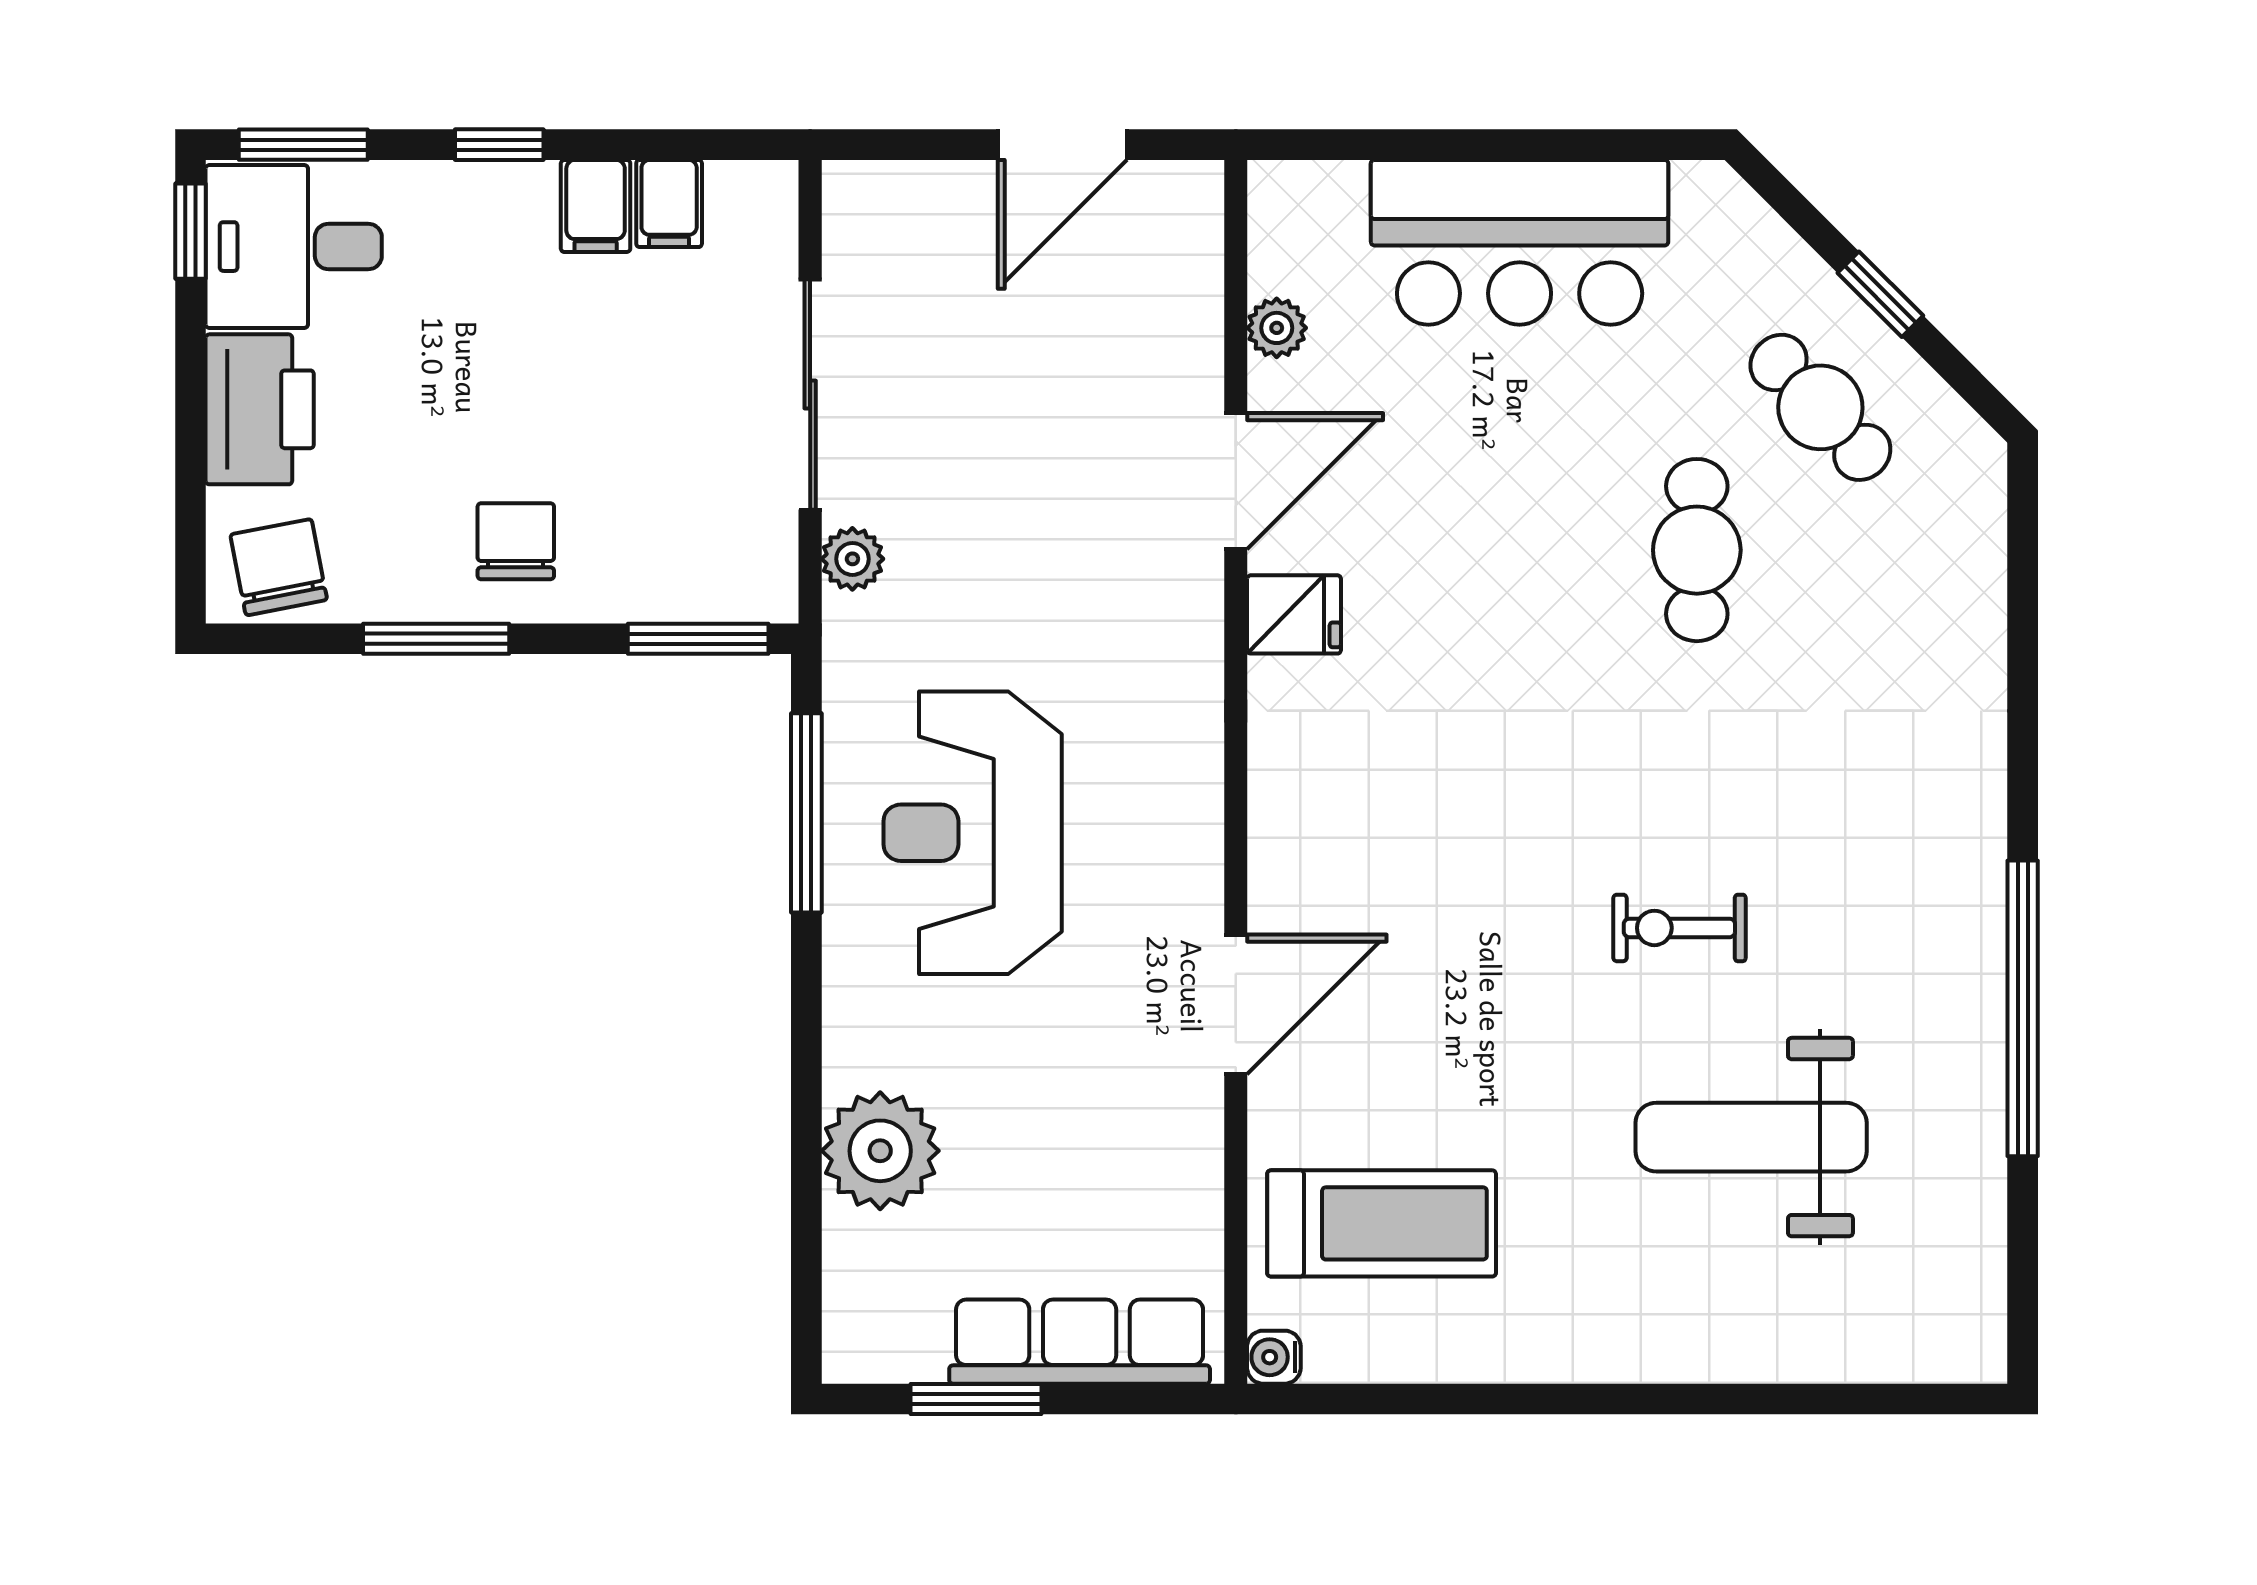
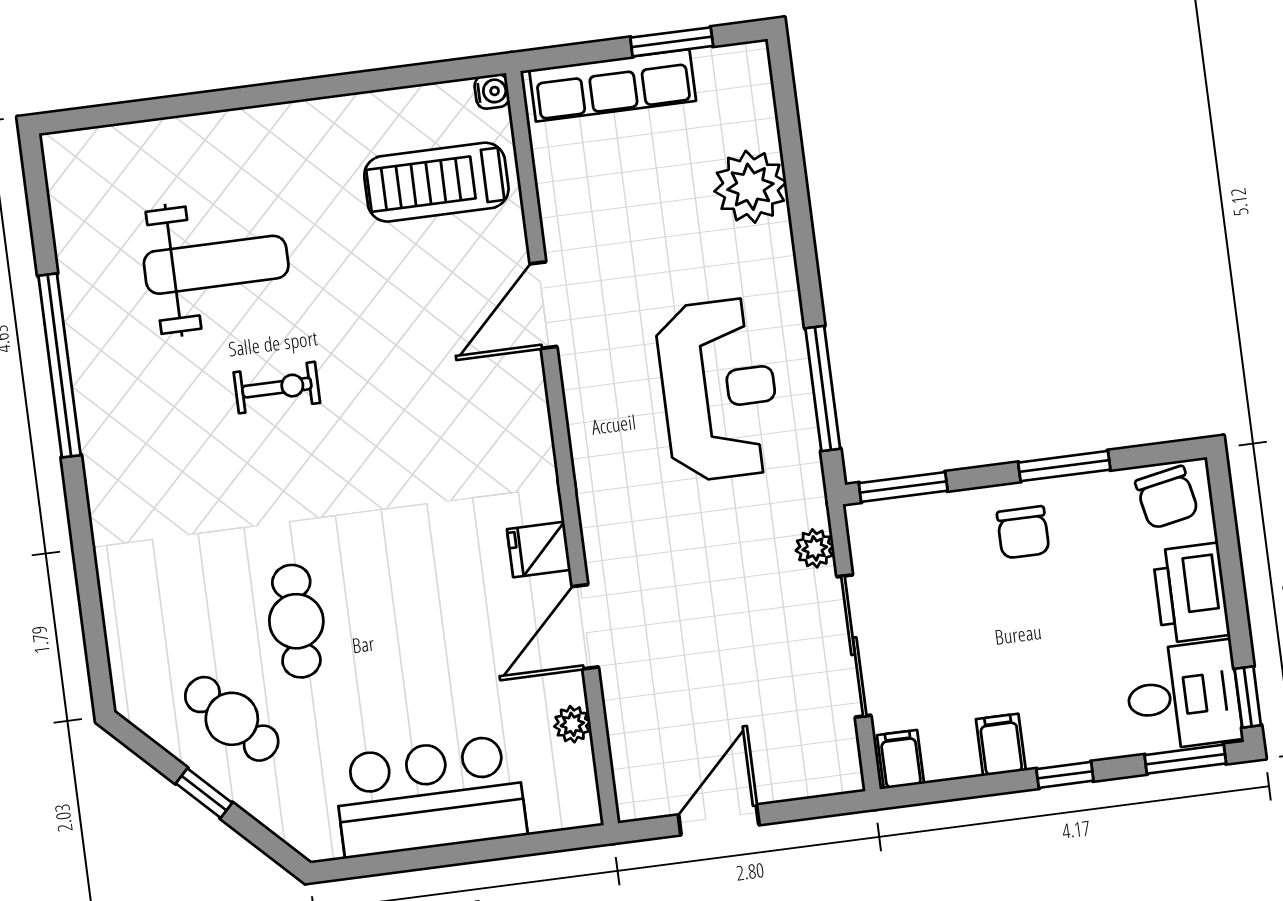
filing cabinet: (669, 204) -> (901, 759), moved

